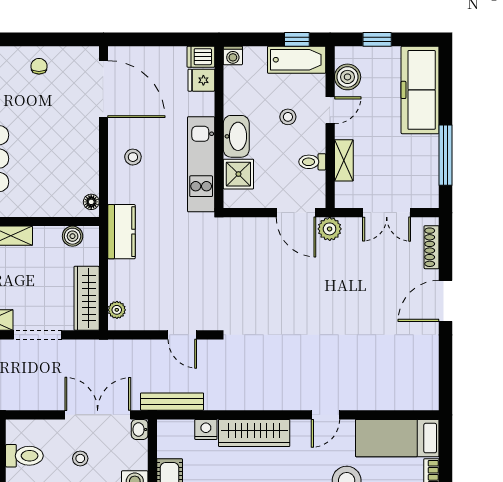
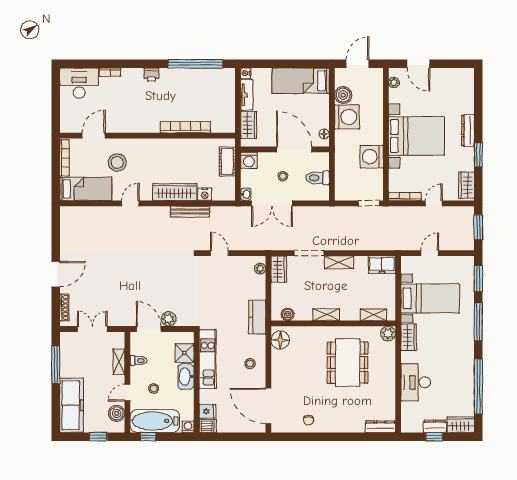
bathtub: (297, 60) -> (155, 421), width x1.36, depth x1.36
floor lamp: (91, 202) -> (280, 340), width x1.89, depth x1.89
plant: (330, 229) -> (169, 319), moved
wardrobe: (87, 298) -> (279, 269), width x0.67
bench: (172, 402) -> (190, 212), moved

